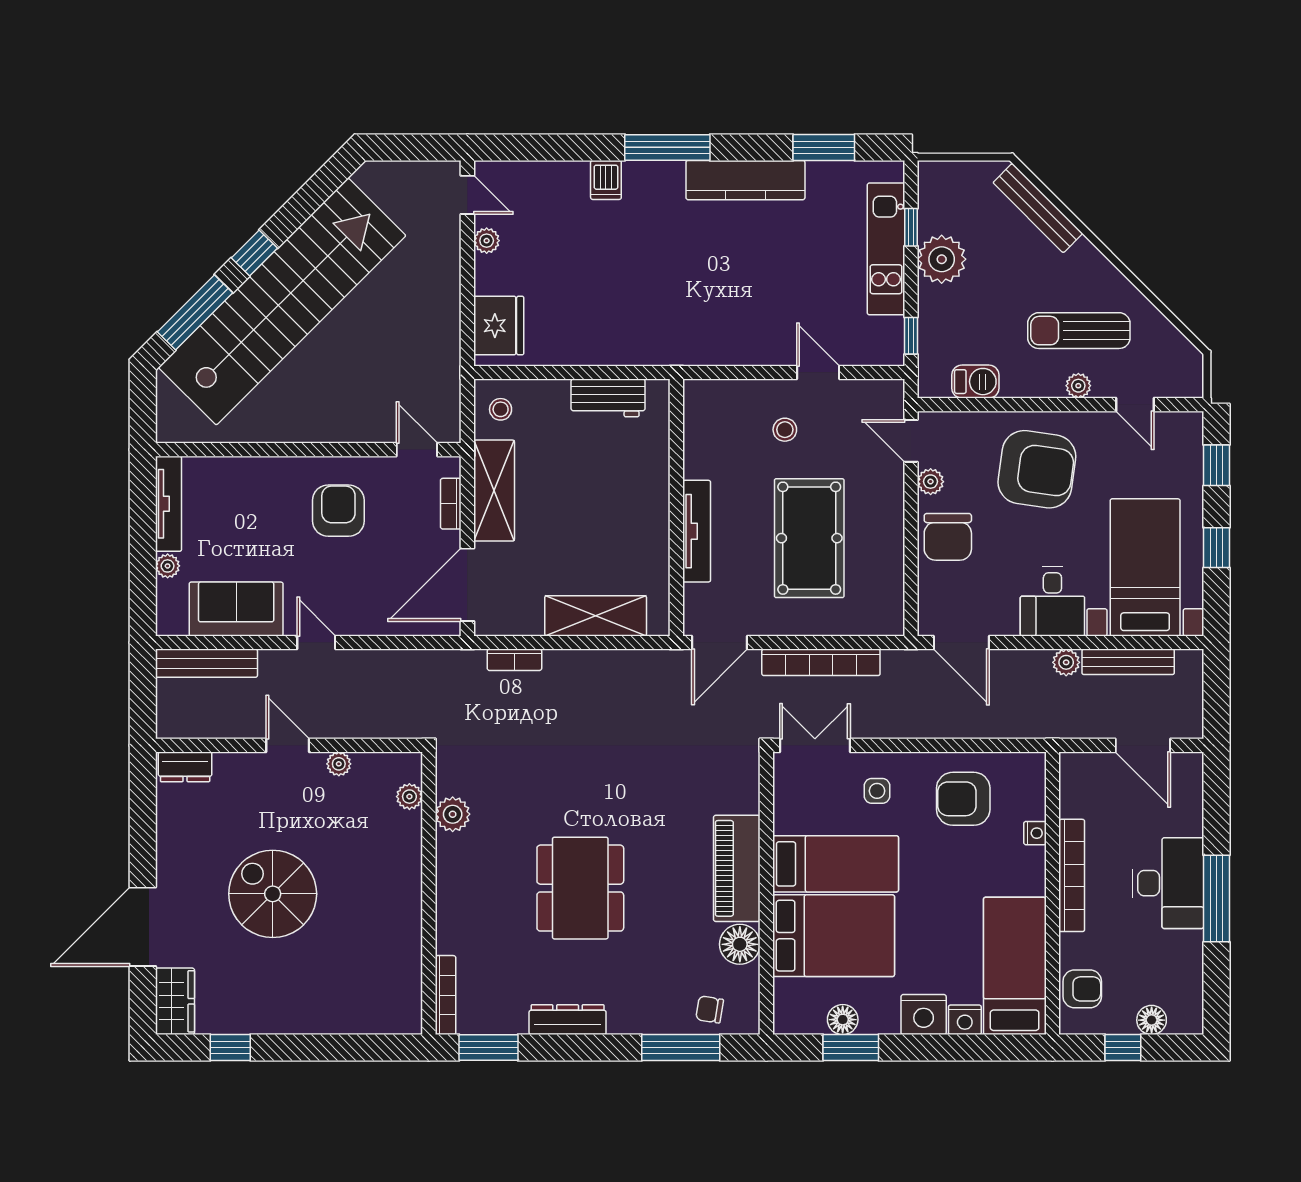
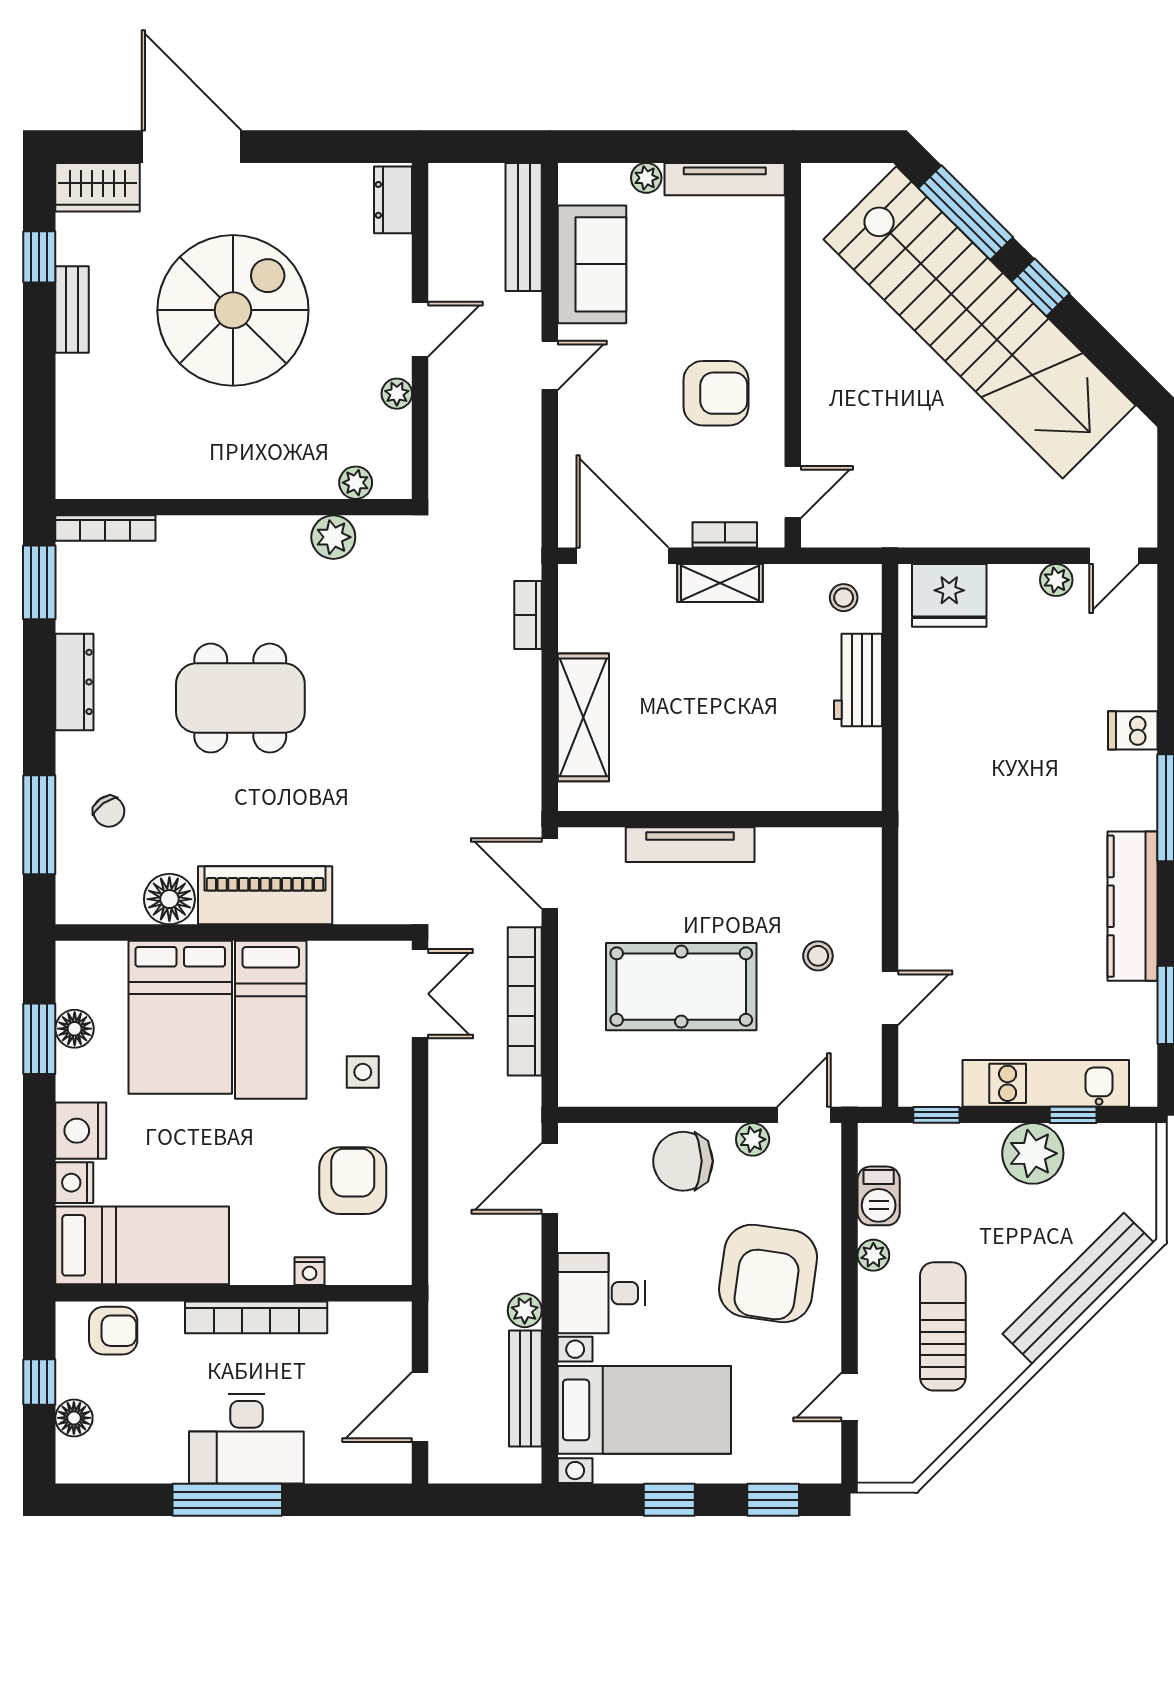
bench: (1038, 208) -> (1078, 1288), width x1.37, depth x1.21
plant: (1078, 386) -> (873, 1255), moved
workbench: (608, 398) -> (858, 680), moved
shelving: (494, 491) -> (720, 583), width x0.67, depth x0.75
spiral stairs: (273, 894) -> (233, 310), width x1.37, depth x1.37
armchair: (1082, 989) -> (113, 1331), turned -90
chair: (710, 1009) -> (109, 811), moved, turned 136
bench: (272, 1022) -> (72, 309), added

